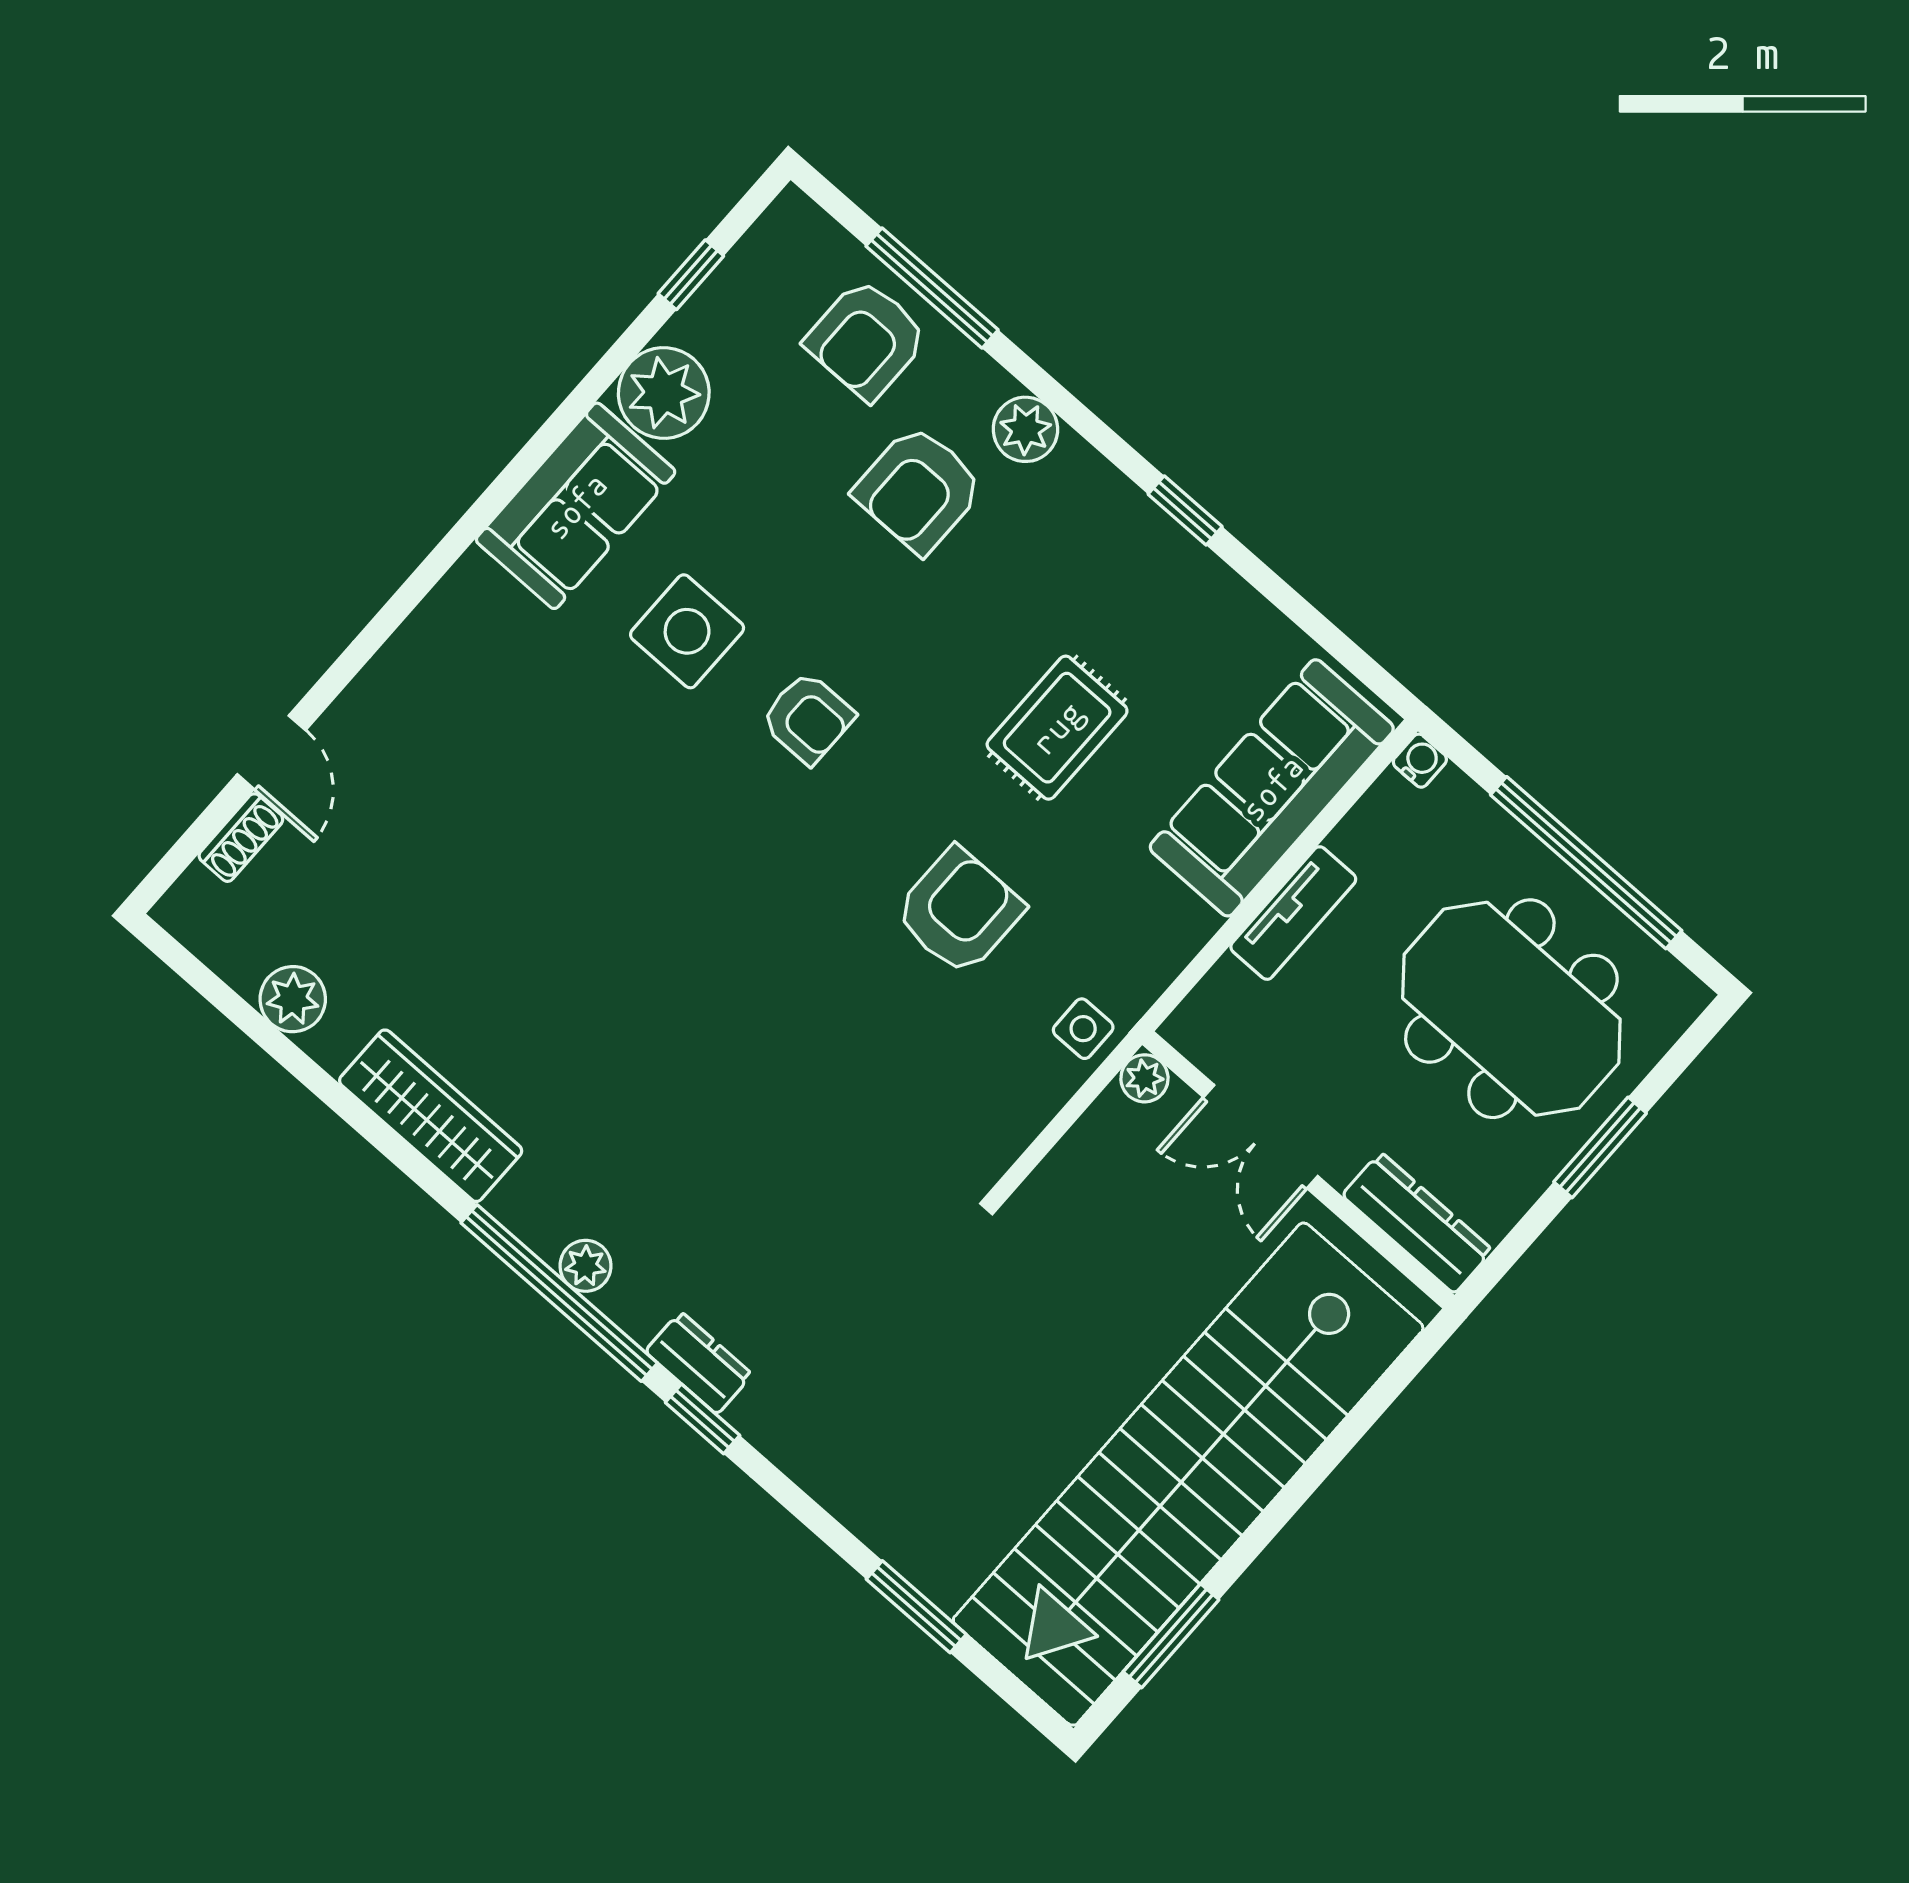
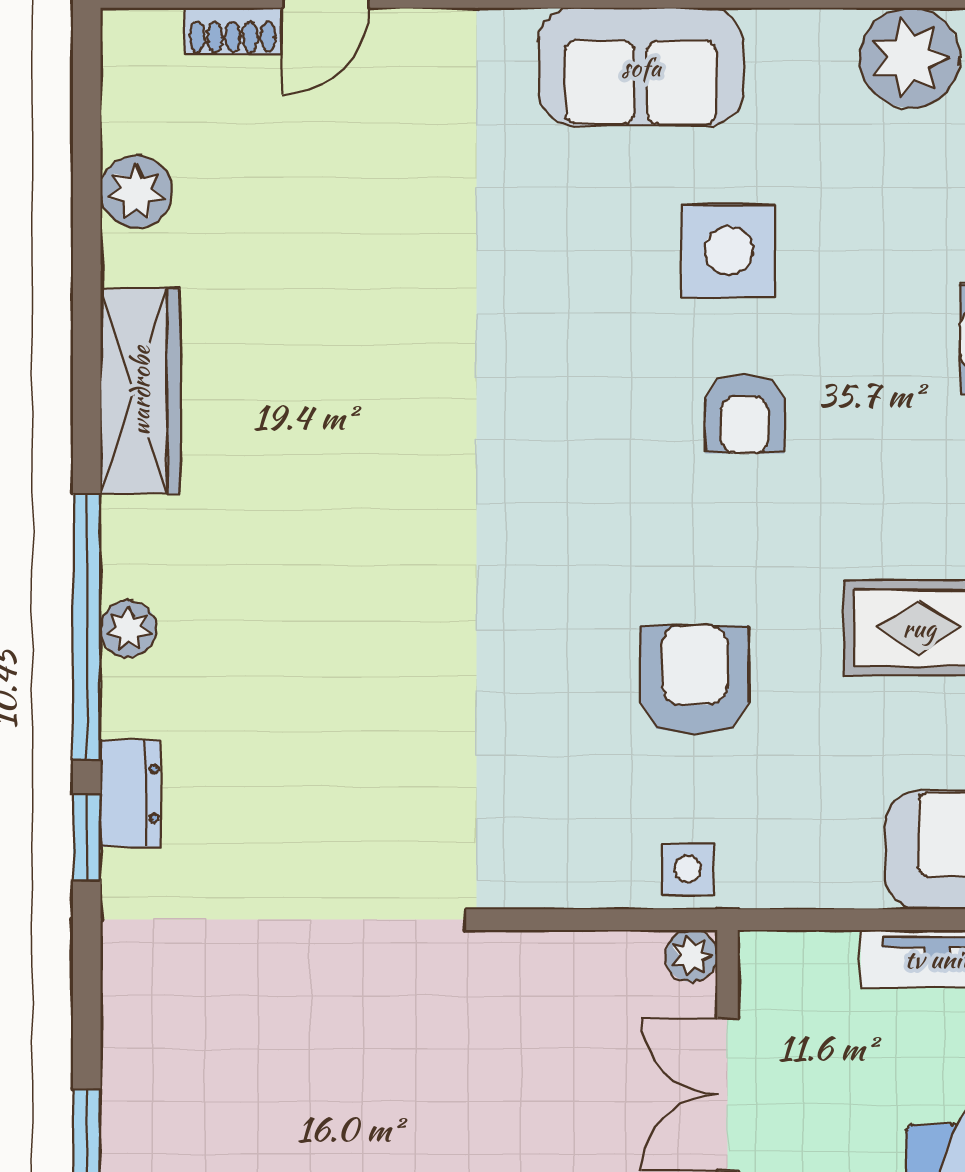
sofa: (576, 506) -> (641, 67), moved
armchair: (959, 911) -> (695, 680), turned -90

